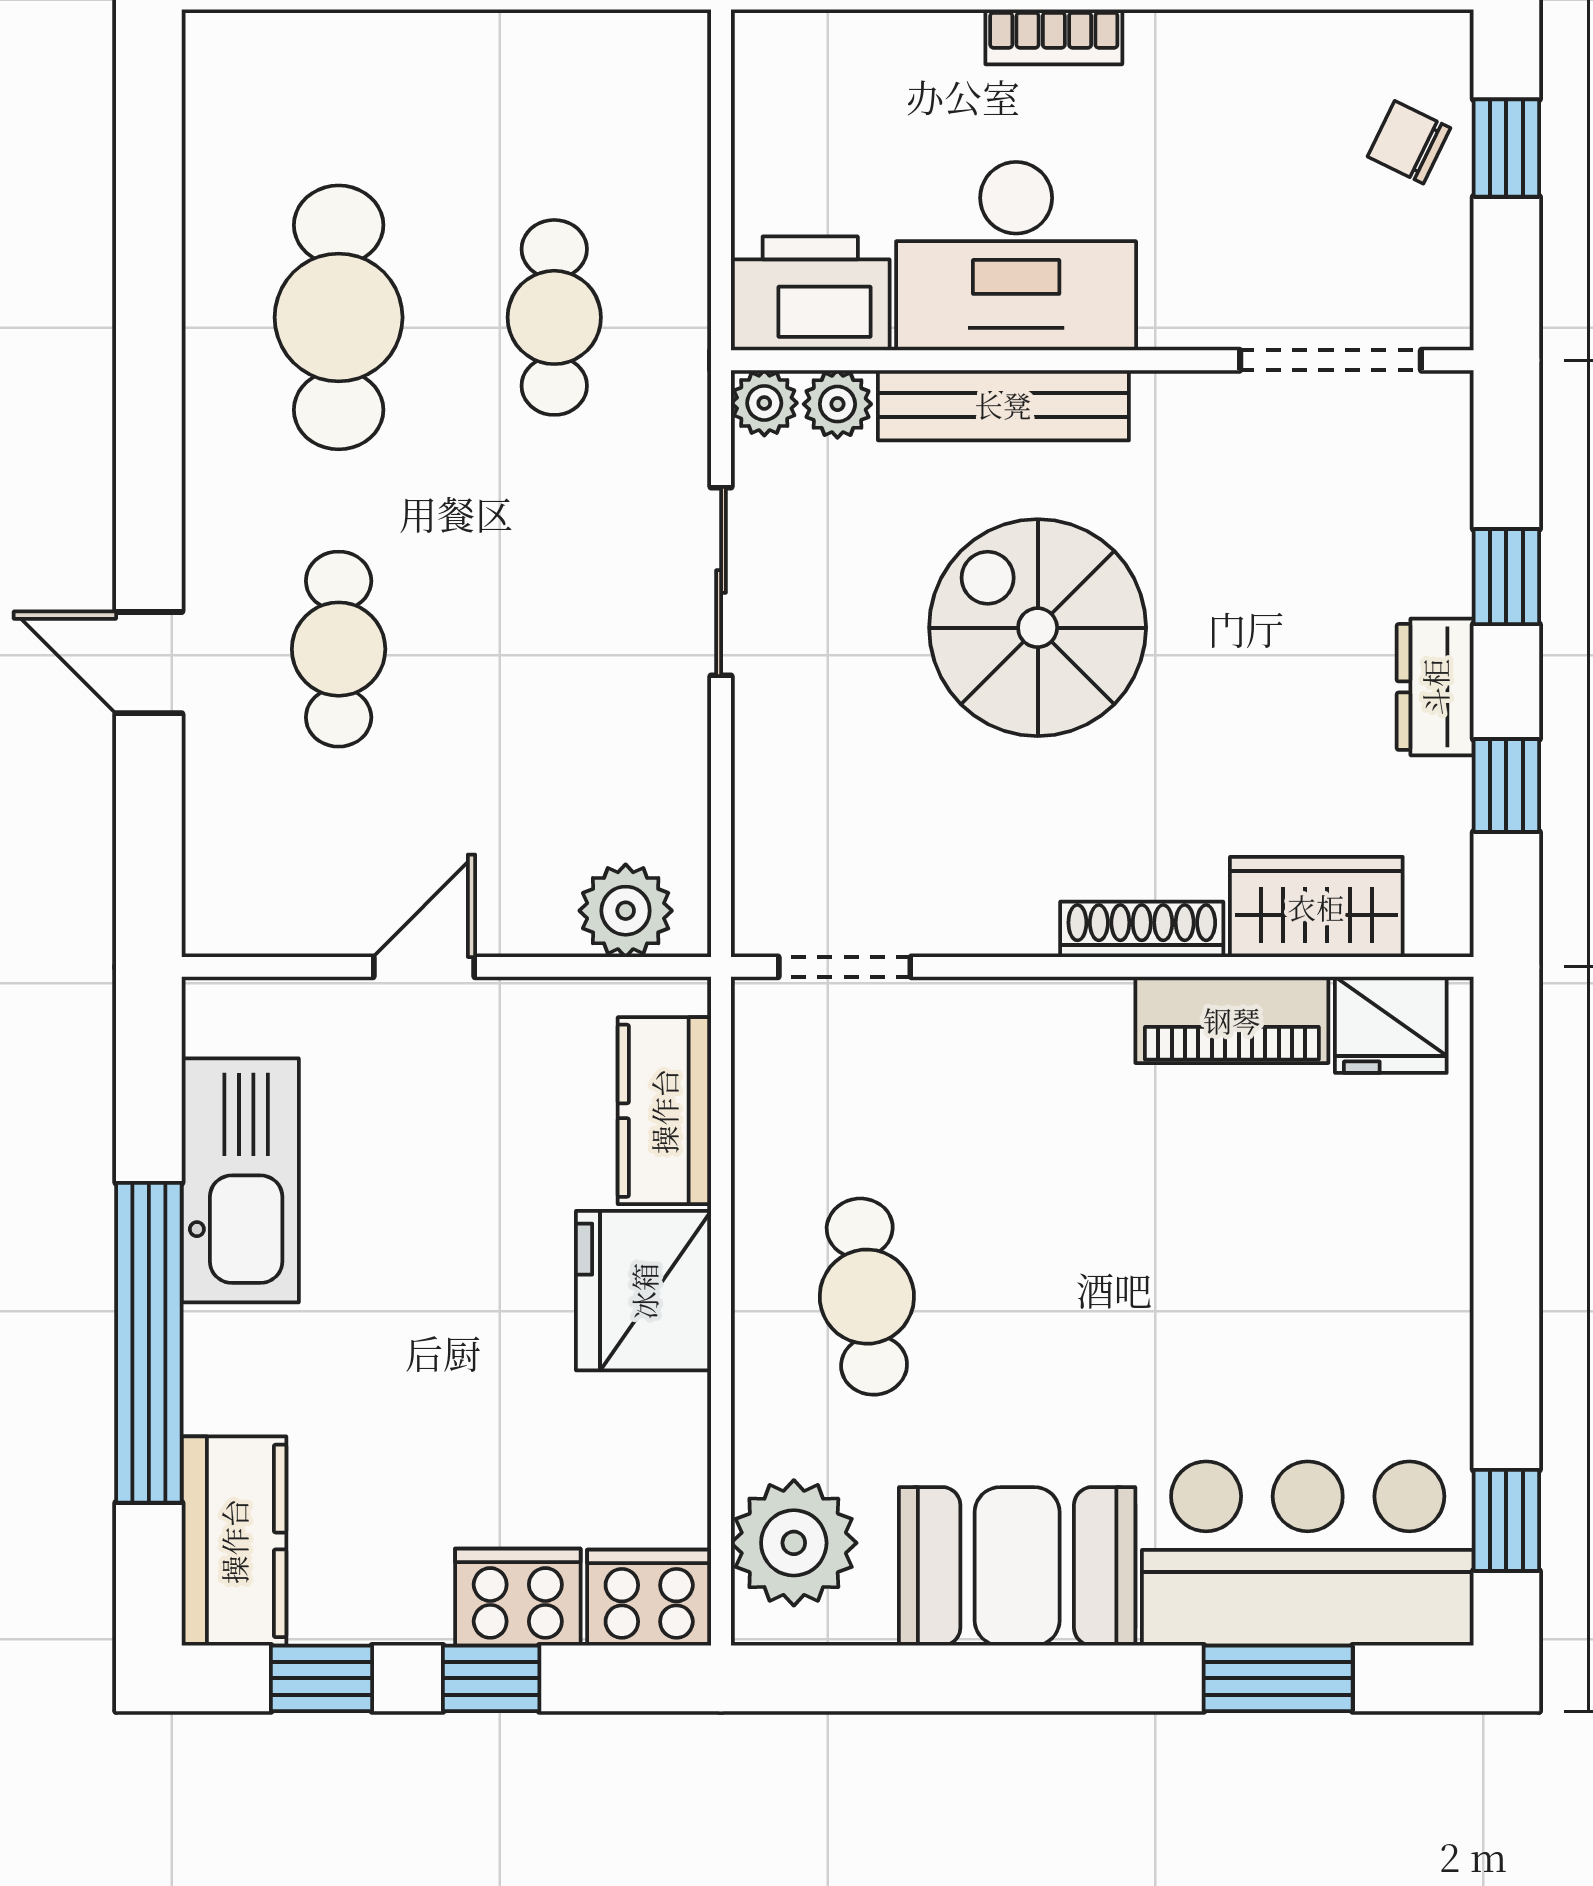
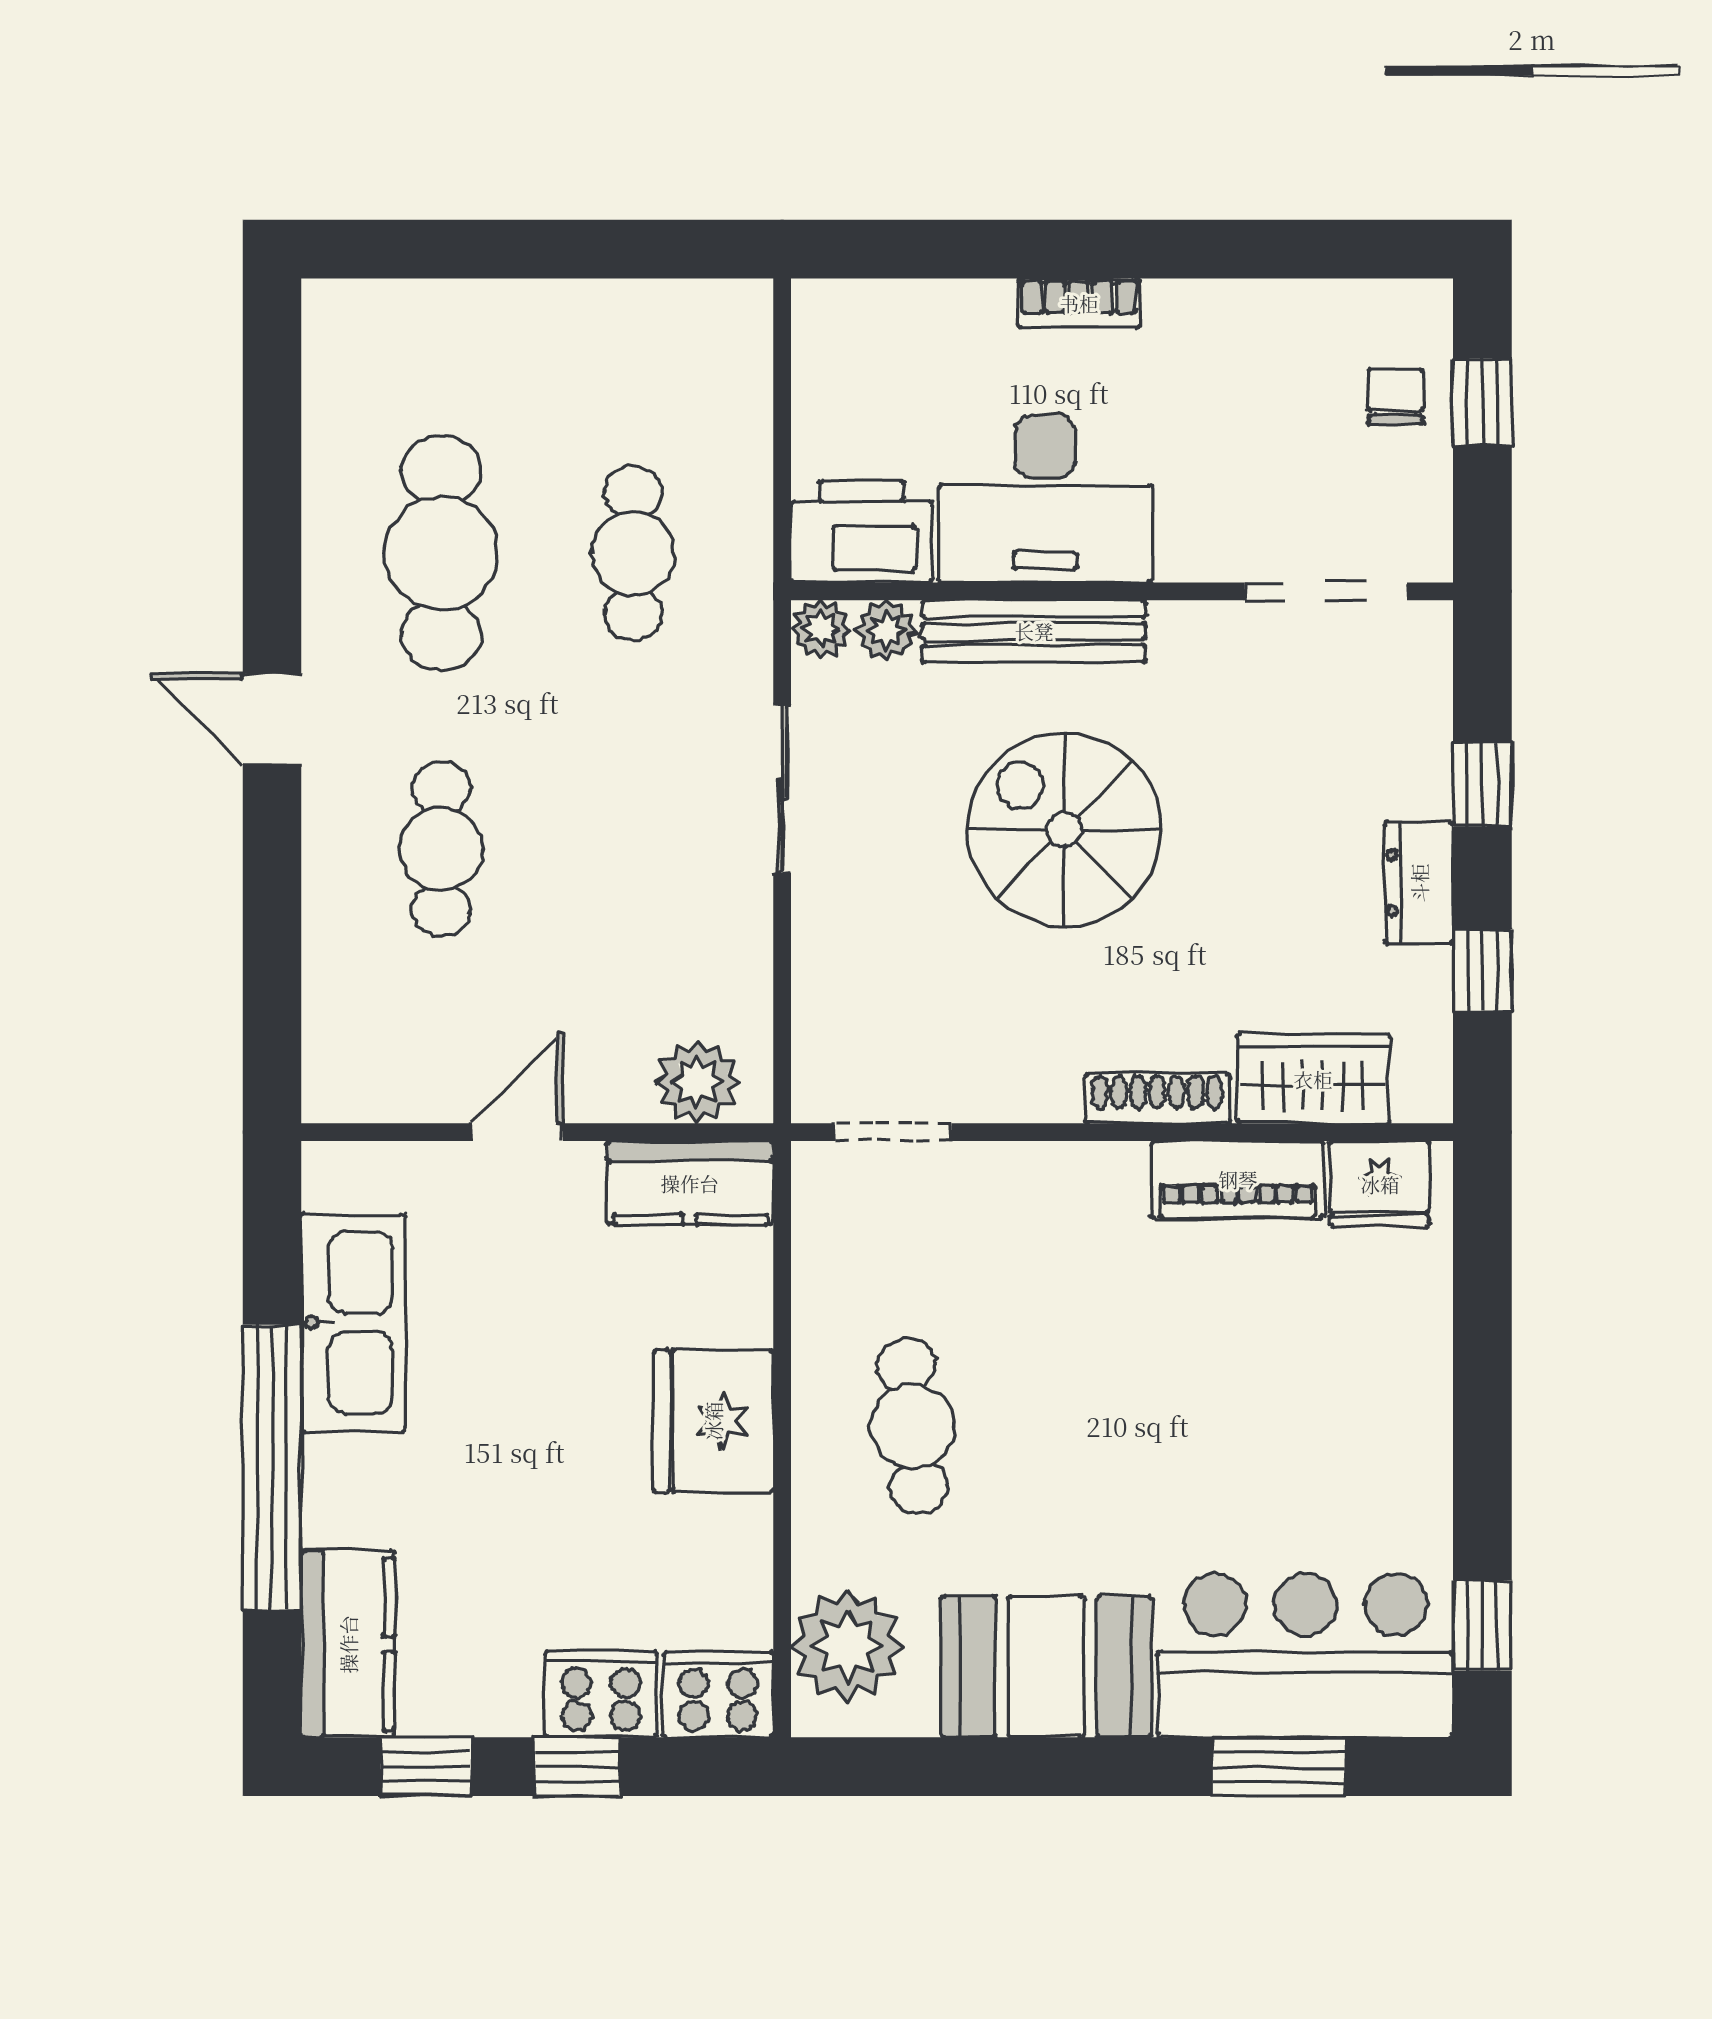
chair: (1409, 142) -> (1396, 397), turned 64
door: (149, 663) -> (272, 719), moved
kitchen counter: (664, 1111) -> (690, 1183), moved, turned -90

